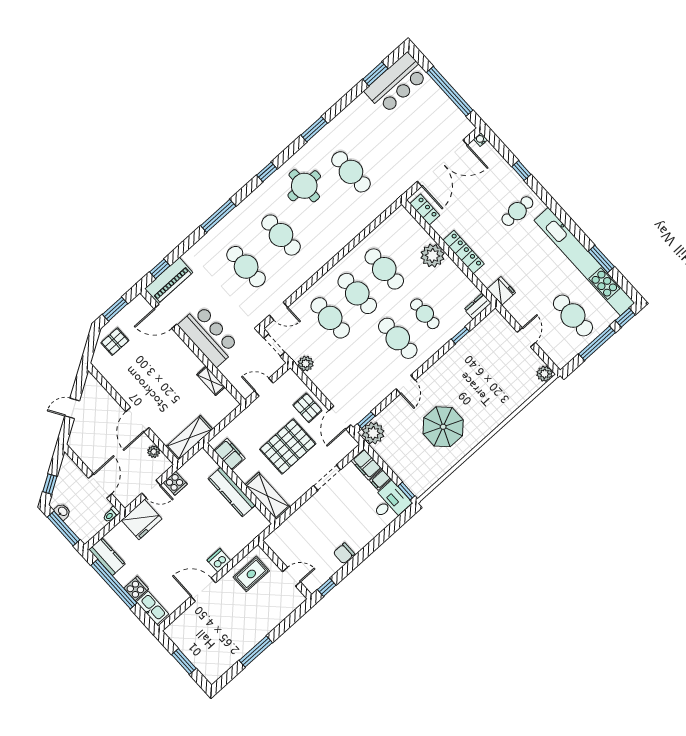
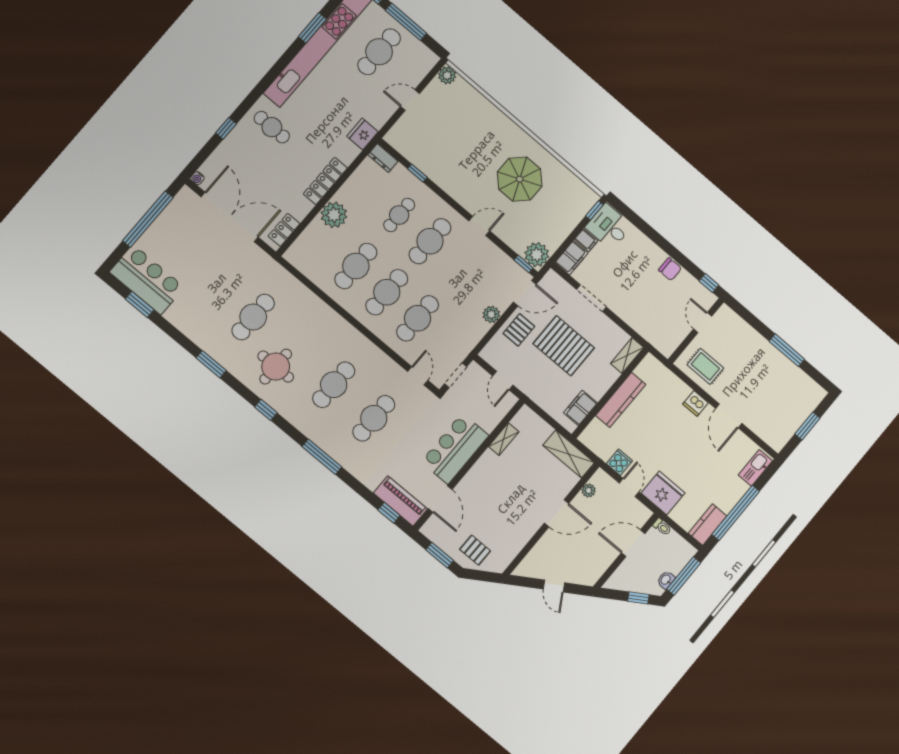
plant: (306, 364) -> (491, 314), moved
shelving: (267, 496) -> (627, 356), width x0.67, depth x0.75
cooker: (136, 589) -> (737, 488), removed

